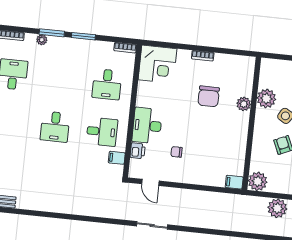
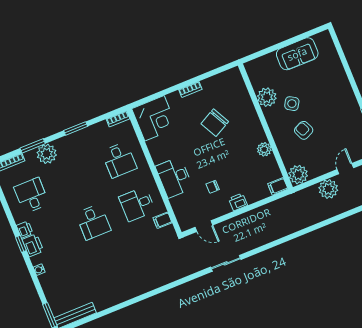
window: (52, 33) -> (33, 146), moved
plant: (42, 40) -> (47, 154), width x1.88, depth x1.88
chair: (209, 96) -> (215, 123), turned 62
plant: (244, 104) -> (264, 149), moved
desk: (102, 132) -> (137, 204), turned 180
printer: (138, 151) -> (238, 202), moved, turned -90

